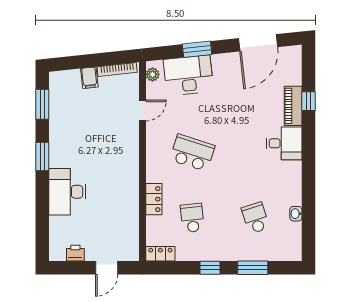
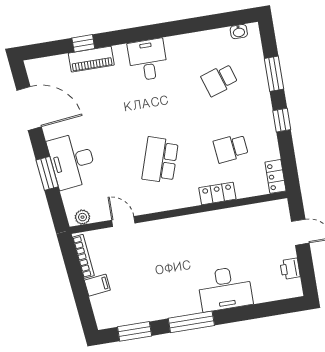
desk: (188, 75) -> (72, 161), moved
desk: (284, 143) -> (148, 60), moved
window: (42, 157) -> (191, 322), width x1.44
washbasin: (296, 214) -> (239, 32), moved

